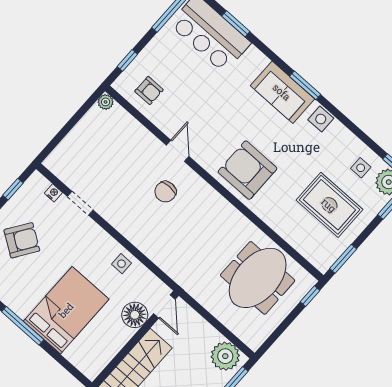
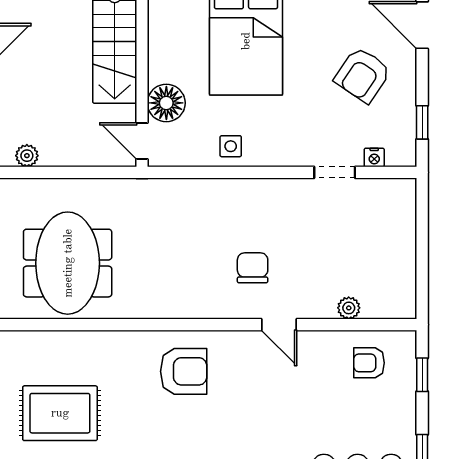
plant: (106, 102) -> (349, 308), moved
armchair: (247, 170) -> (184, 371), width x0.73, depth x0.73
plant: (225, 356) -> (27, 156), width x0.53, depth x0.53

